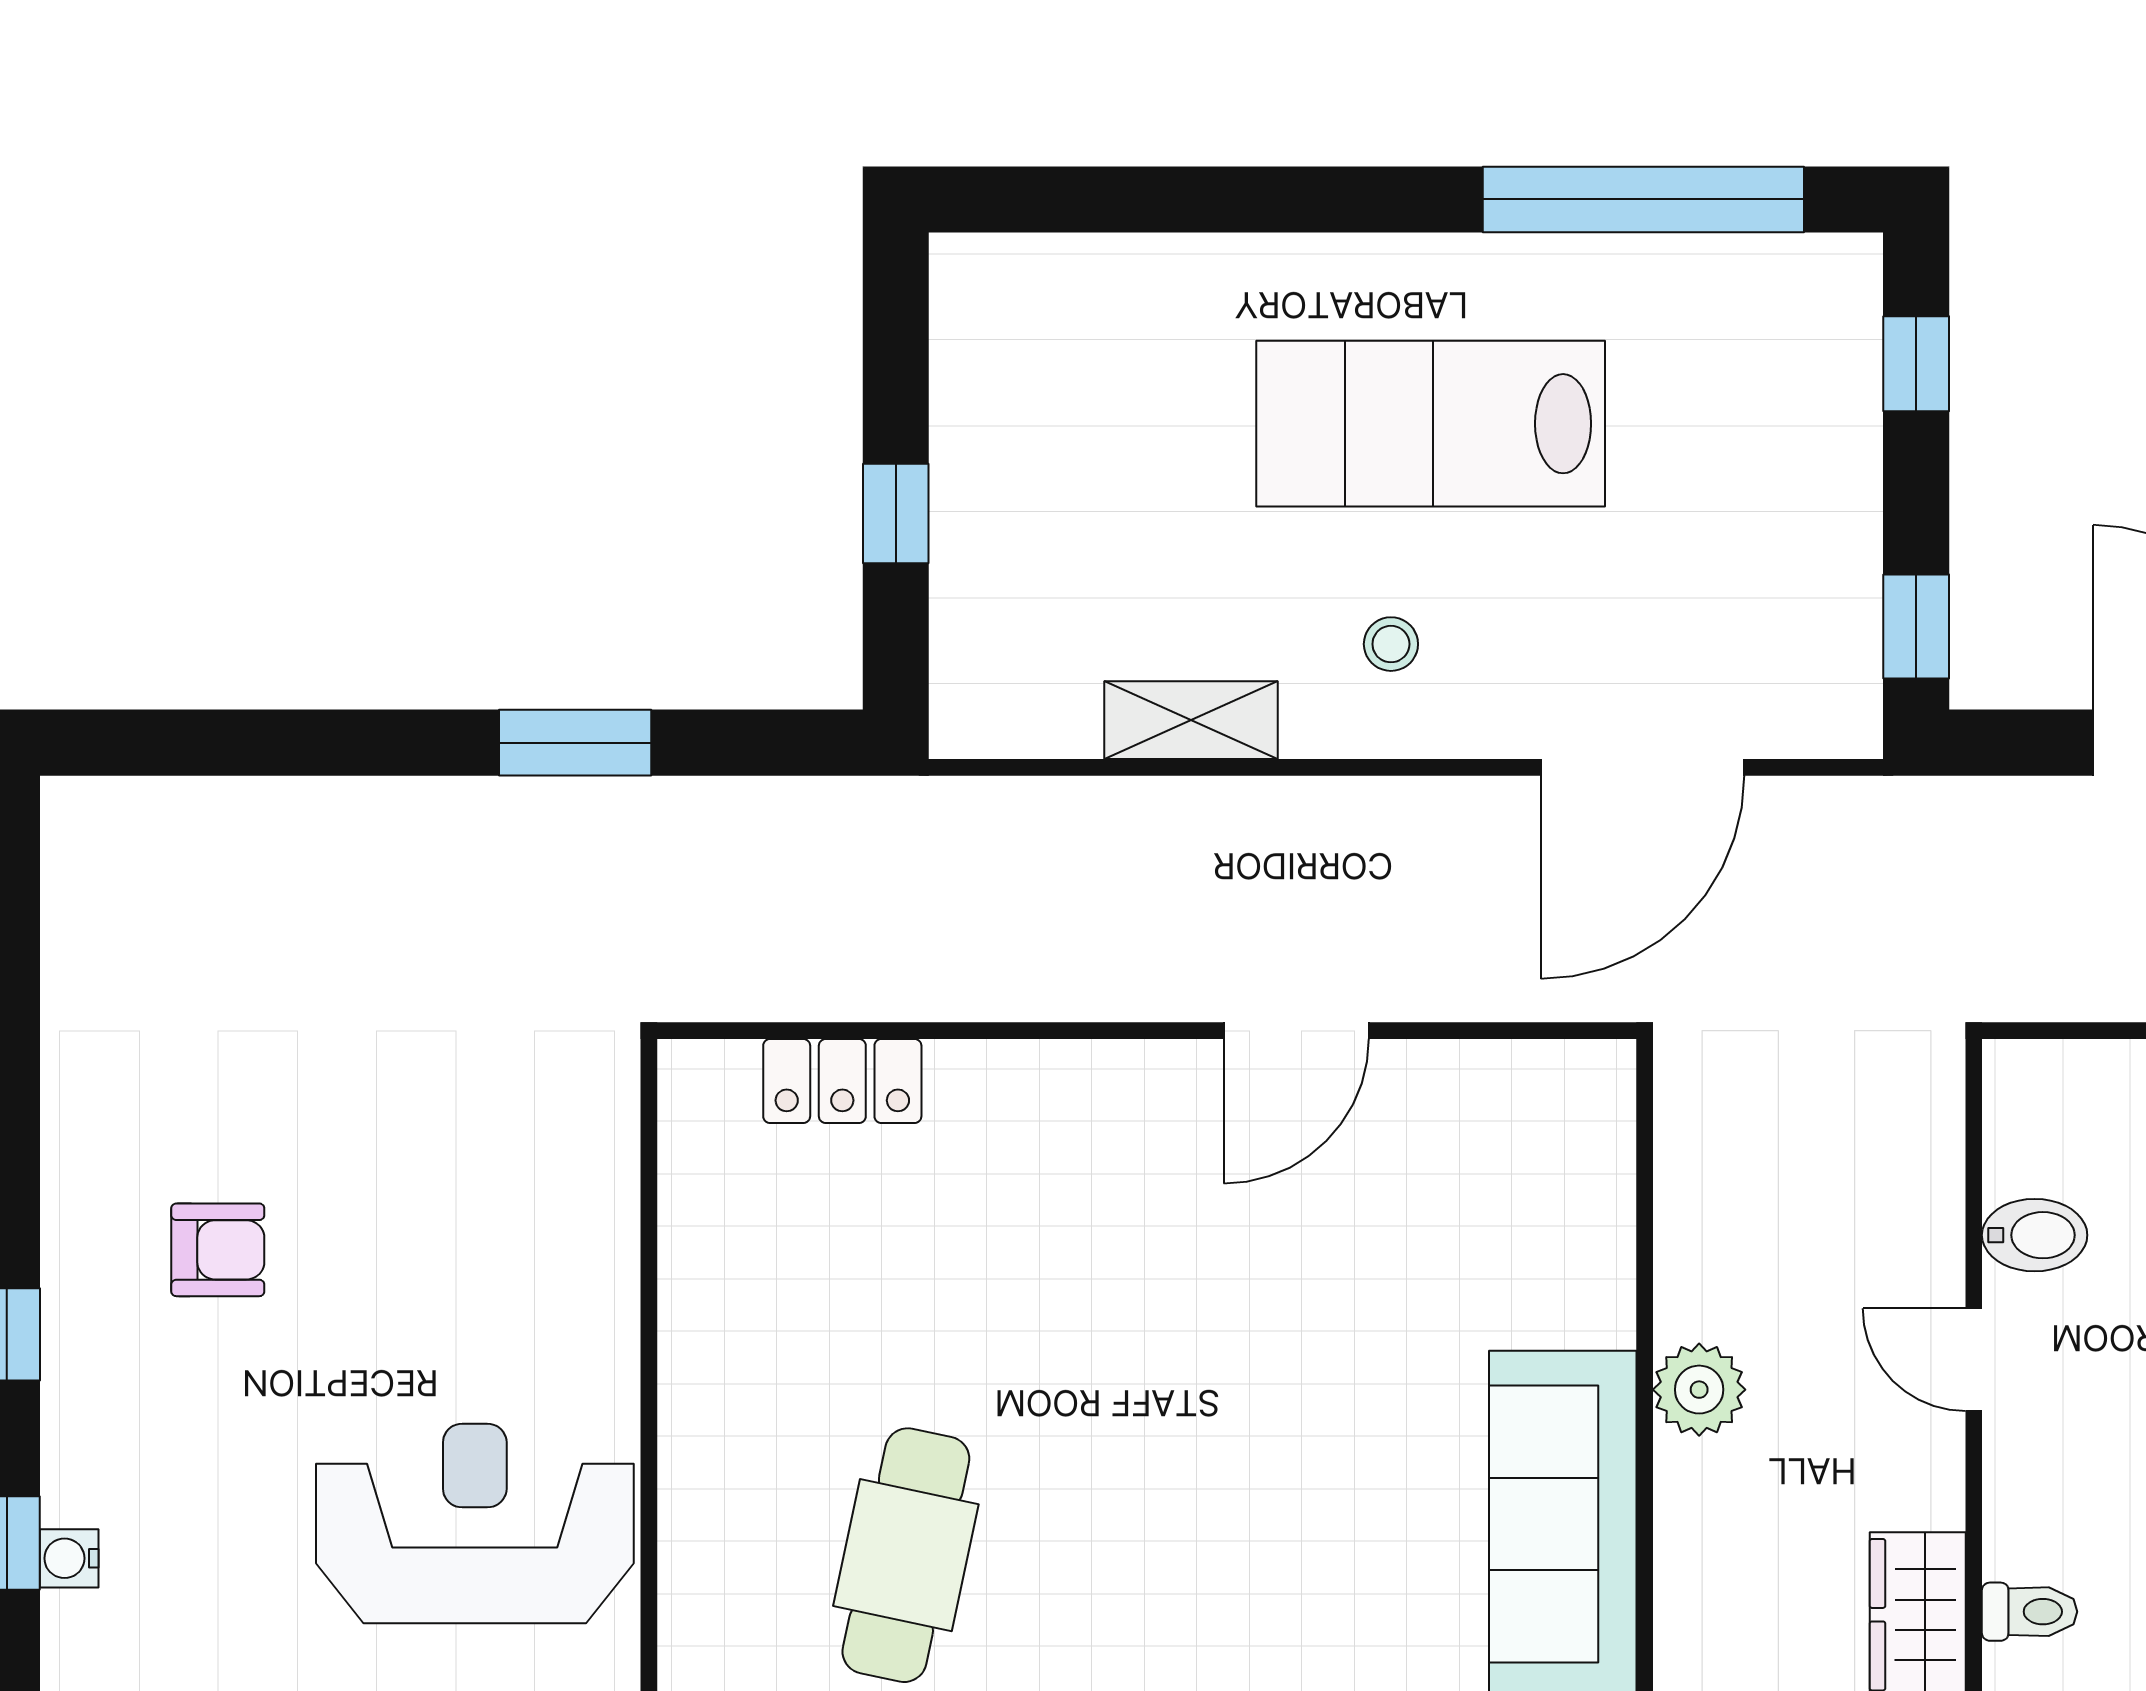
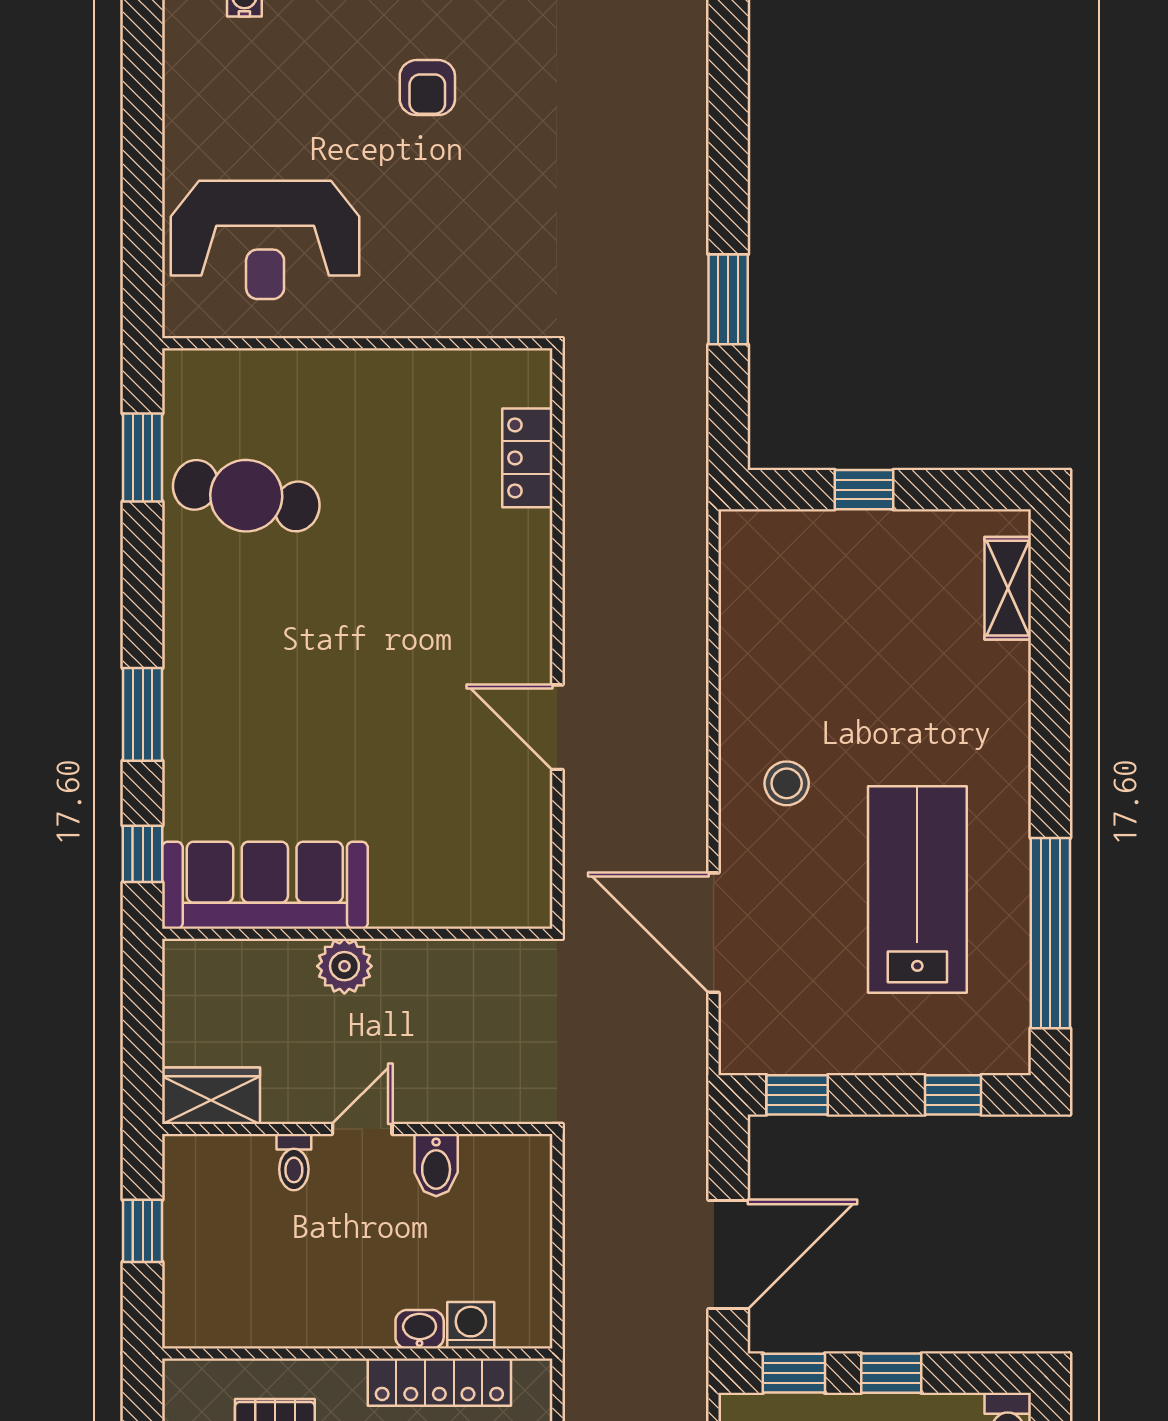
lab bench: (1431, 424) -> (917, 889), moved
stool: (1391, 644) -> (787, 783), width x1.37, depth x1.37
shelving: (1191, 720) -> (1008, 588), moved
reception desk: (475, 1523) -> (265, 240), turned 90
toilet: (2030, 1612) -> (294, 1162), moved

